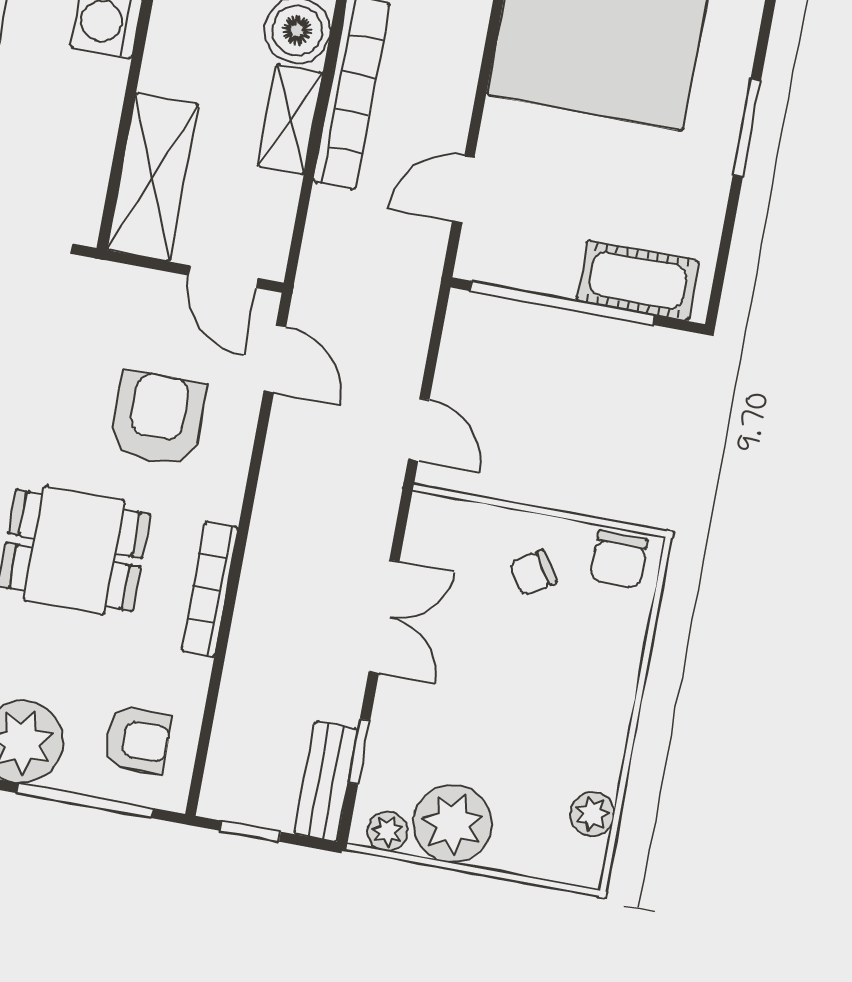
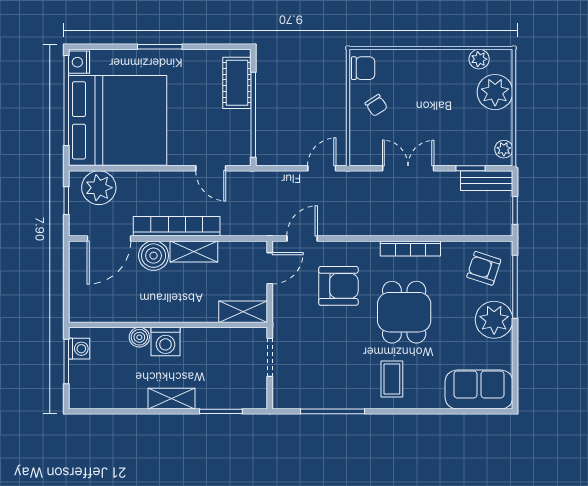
shelving: (153, 177) -> (243, 312), width x0.67, depth x0.75
armchair: (158, 419) -> (338, 286), turned 180
armchair: (137, 740) -> (484, 268), turned -72
plant: (453, 824) -> (495, 92), moved

